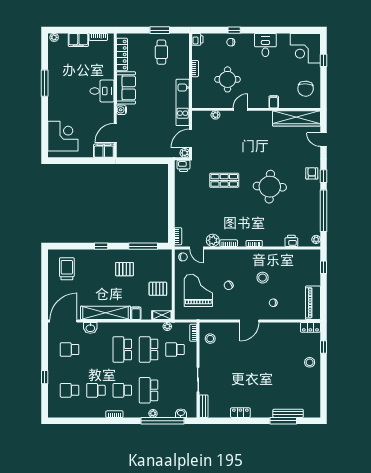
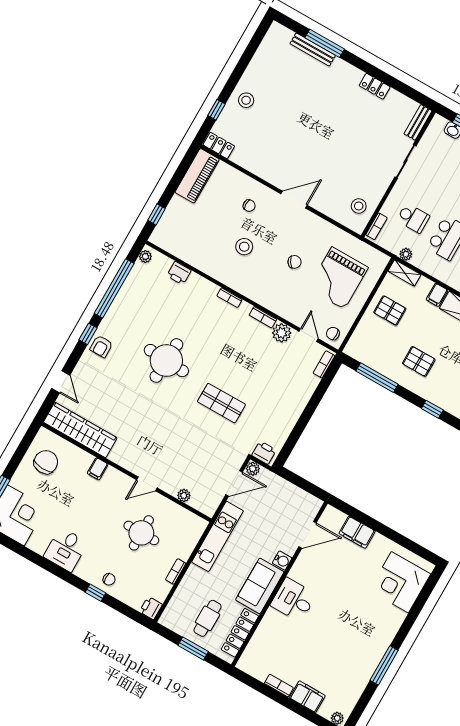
locker: (122, 54) -> (240, 633), moved
sofa: (126, 88) -> (260, 586), moved
desk: (102, 91) -> (293, 600), moved
wall: (115, 95) -> (279, 584), moved
water cooler: (121, 110) -> (282, 561), moved
door: (115, 133) -> (308, 535), moved

